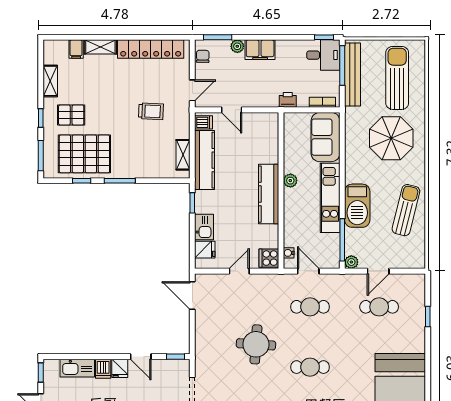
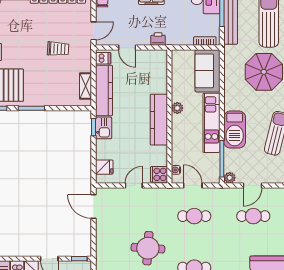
printer: (288, 100) -> (158, 39), moved
kitchen sink: (204, 227) -> (104, 128), moved

